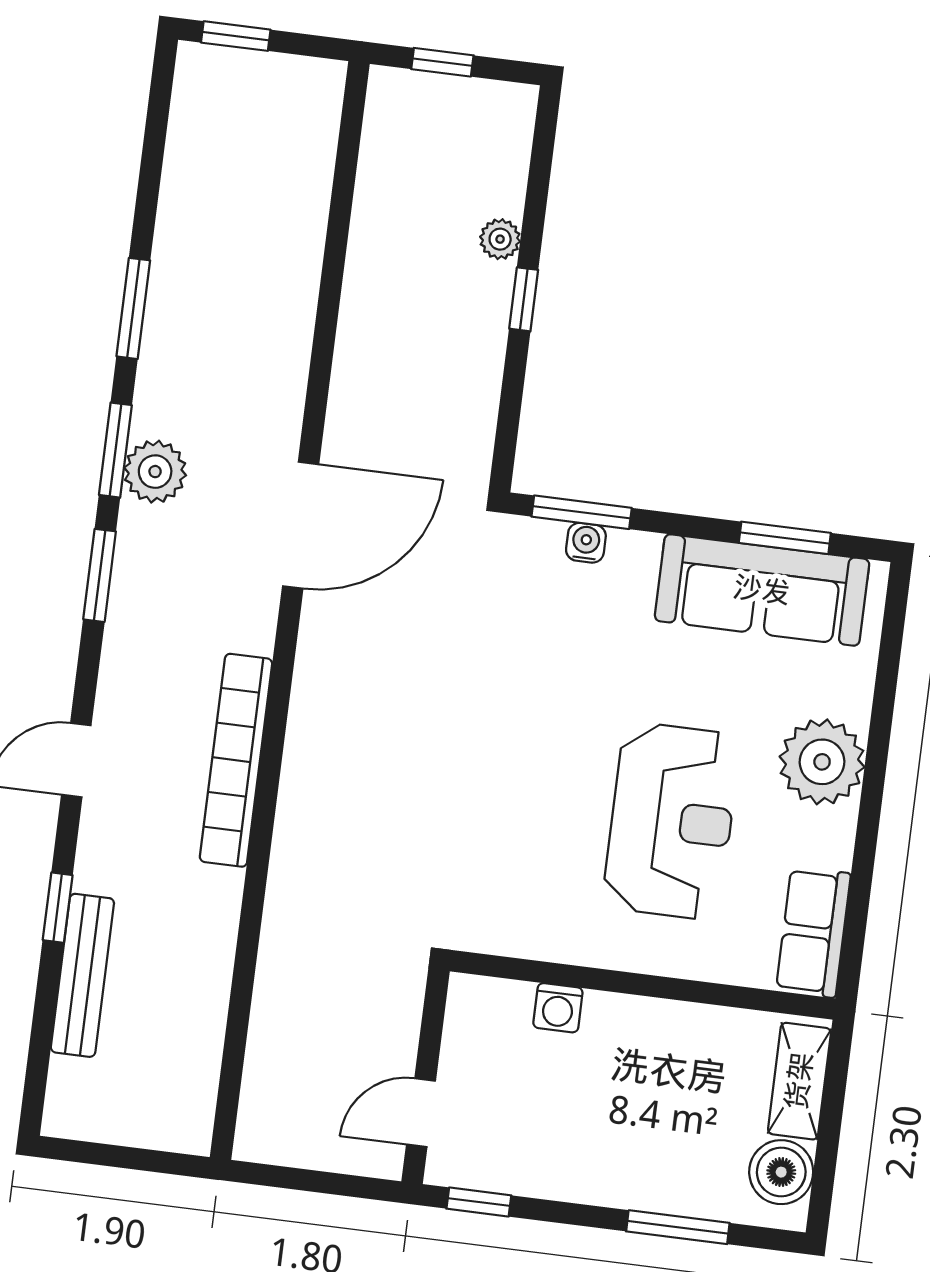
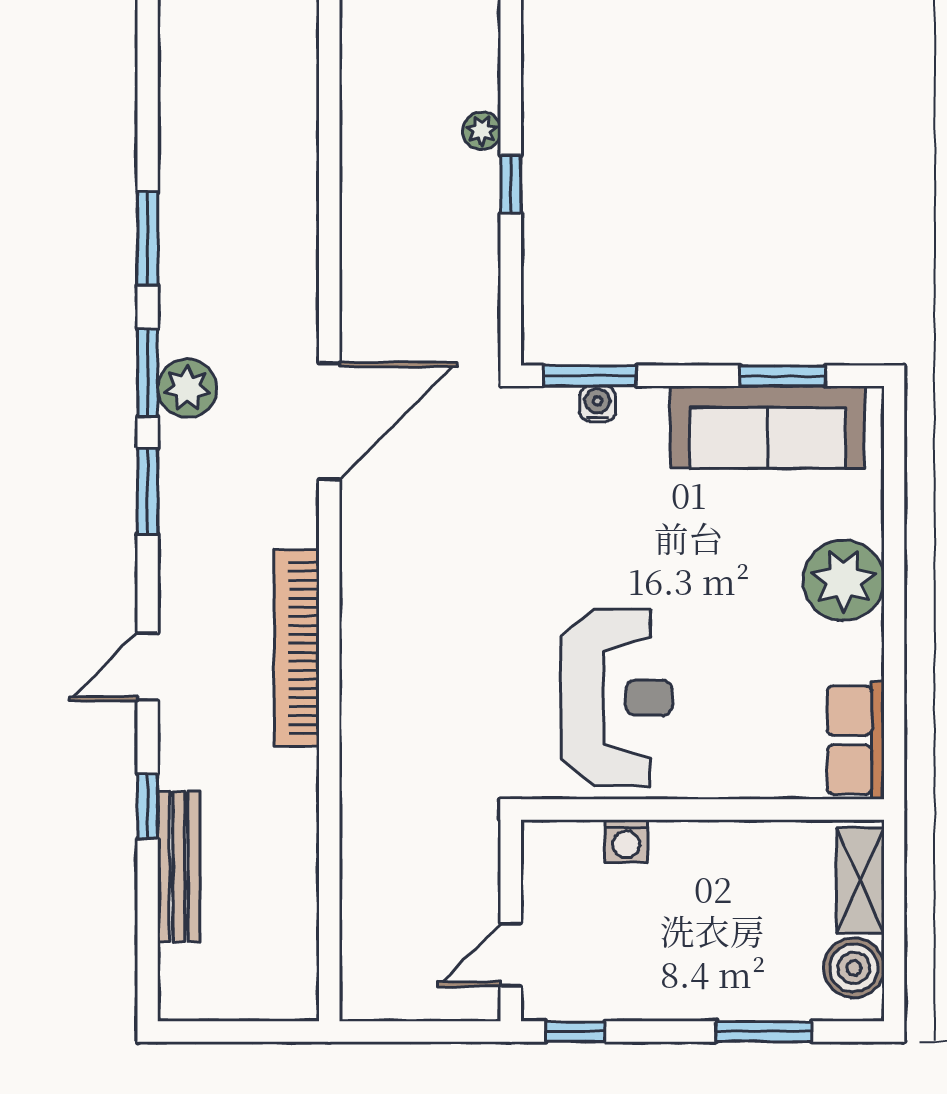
reception desk: (671, 821) -> (617, 698), moved

